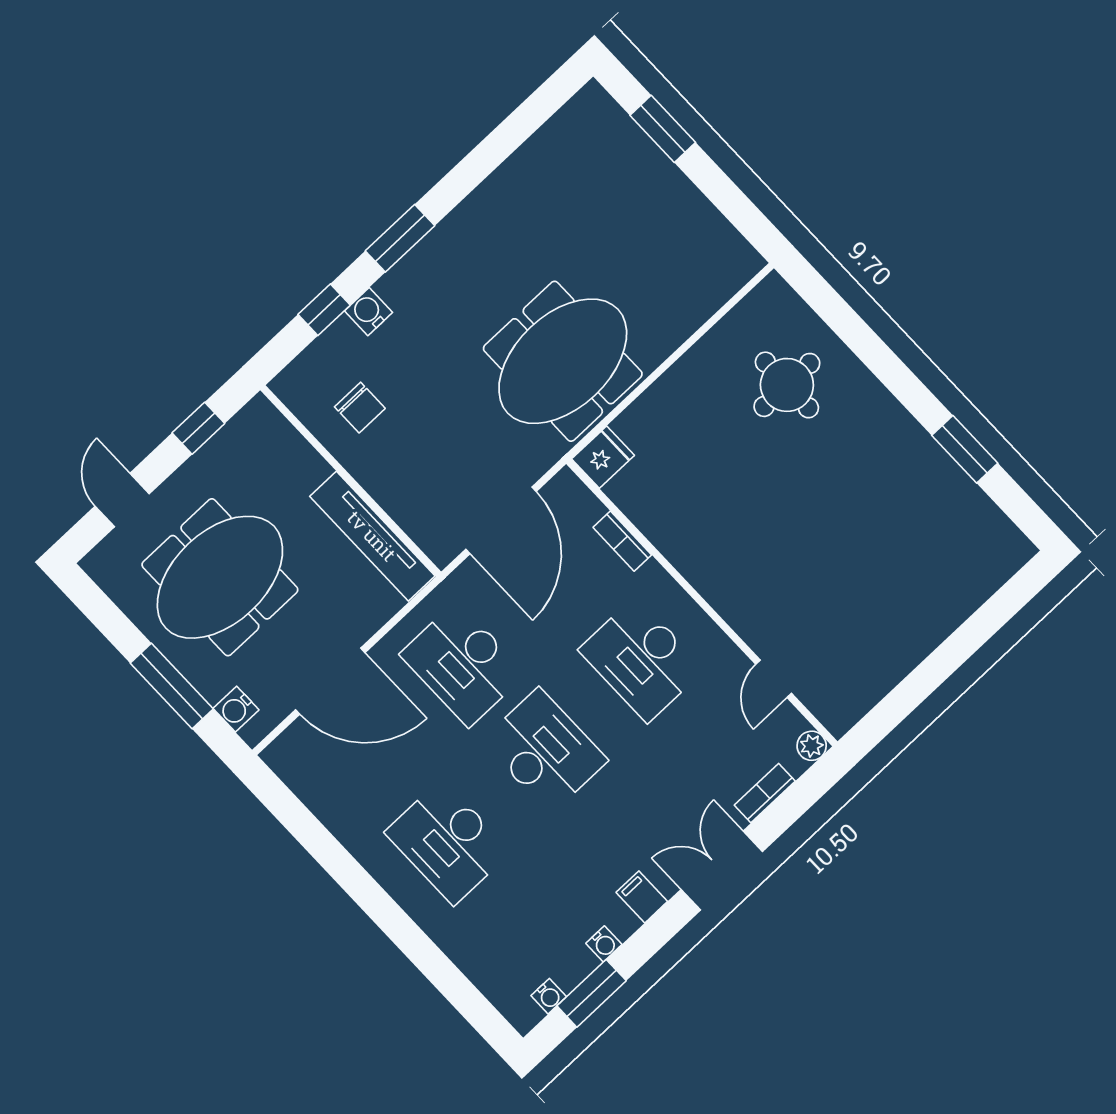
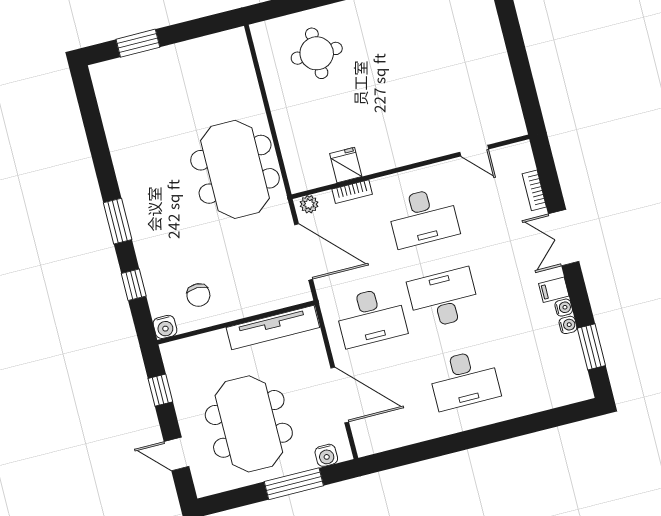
water cooler: (368, 312) -> (165, 327), moved, turned -90
chair: (360, 408) -> (198, 295), turned 90
fridge: (603, 457) -> (346, 165), moved
door: (330, 681) -> (340, 395), hinge flipped
plant: (812, 746) -> (309, 204), moved
water cooler: (549, 996) -> (564, 308), moved

